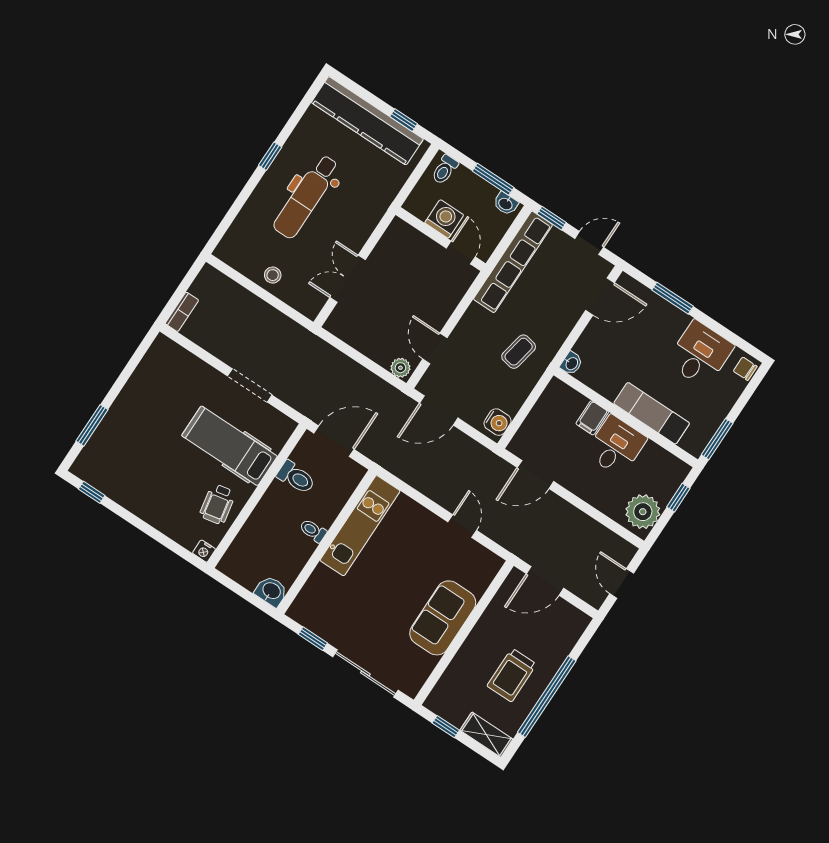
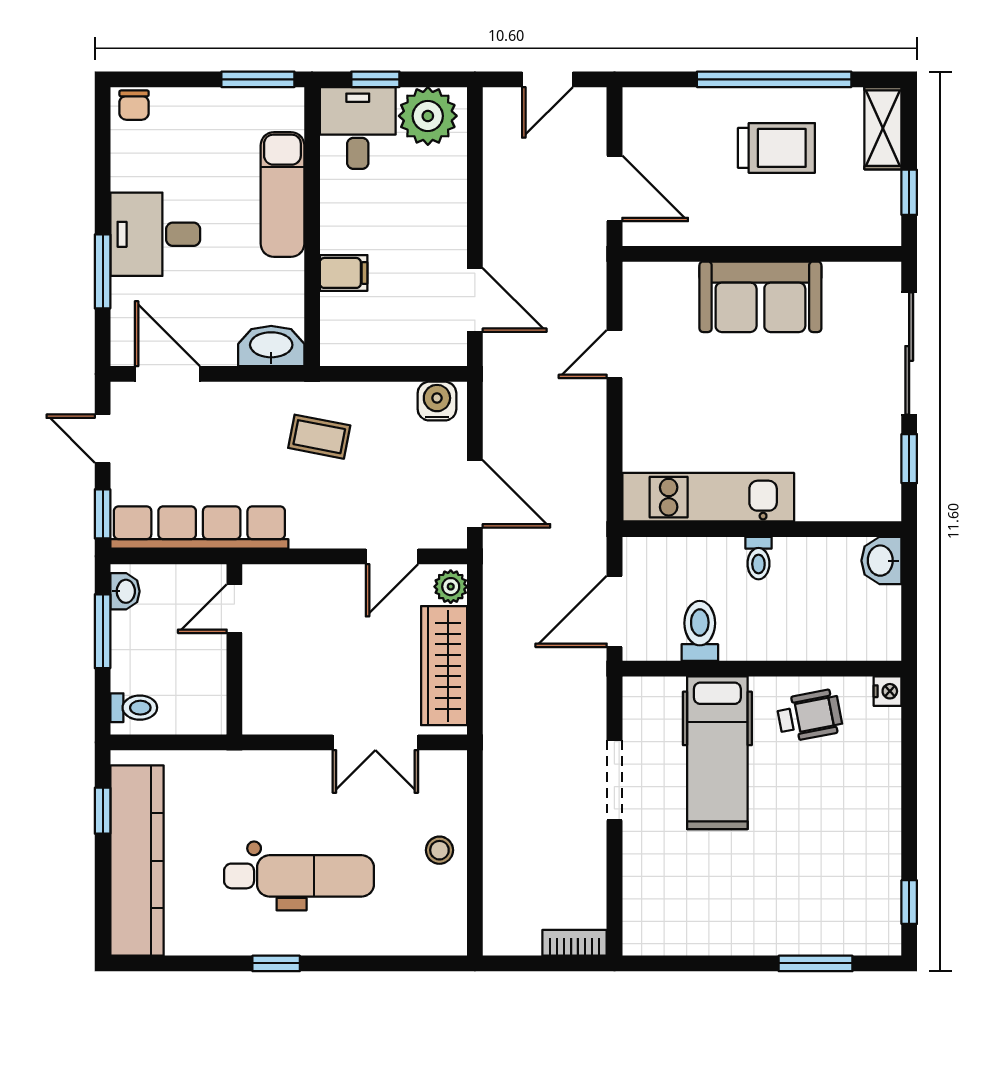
washing machine: (444, 219) -> (203, 663), removed
wardrobe: (363, 338) -> (444, 666), added
desk: (700, 354) -> (155, 234), moved
washbasin: (571, 363) -> (271, 346), width x1.91, depth x1.45
door: (334, 441) -> (614, 611), hinge flipped
desk: (616, 446) -> (358, 128), moved, turned 90

